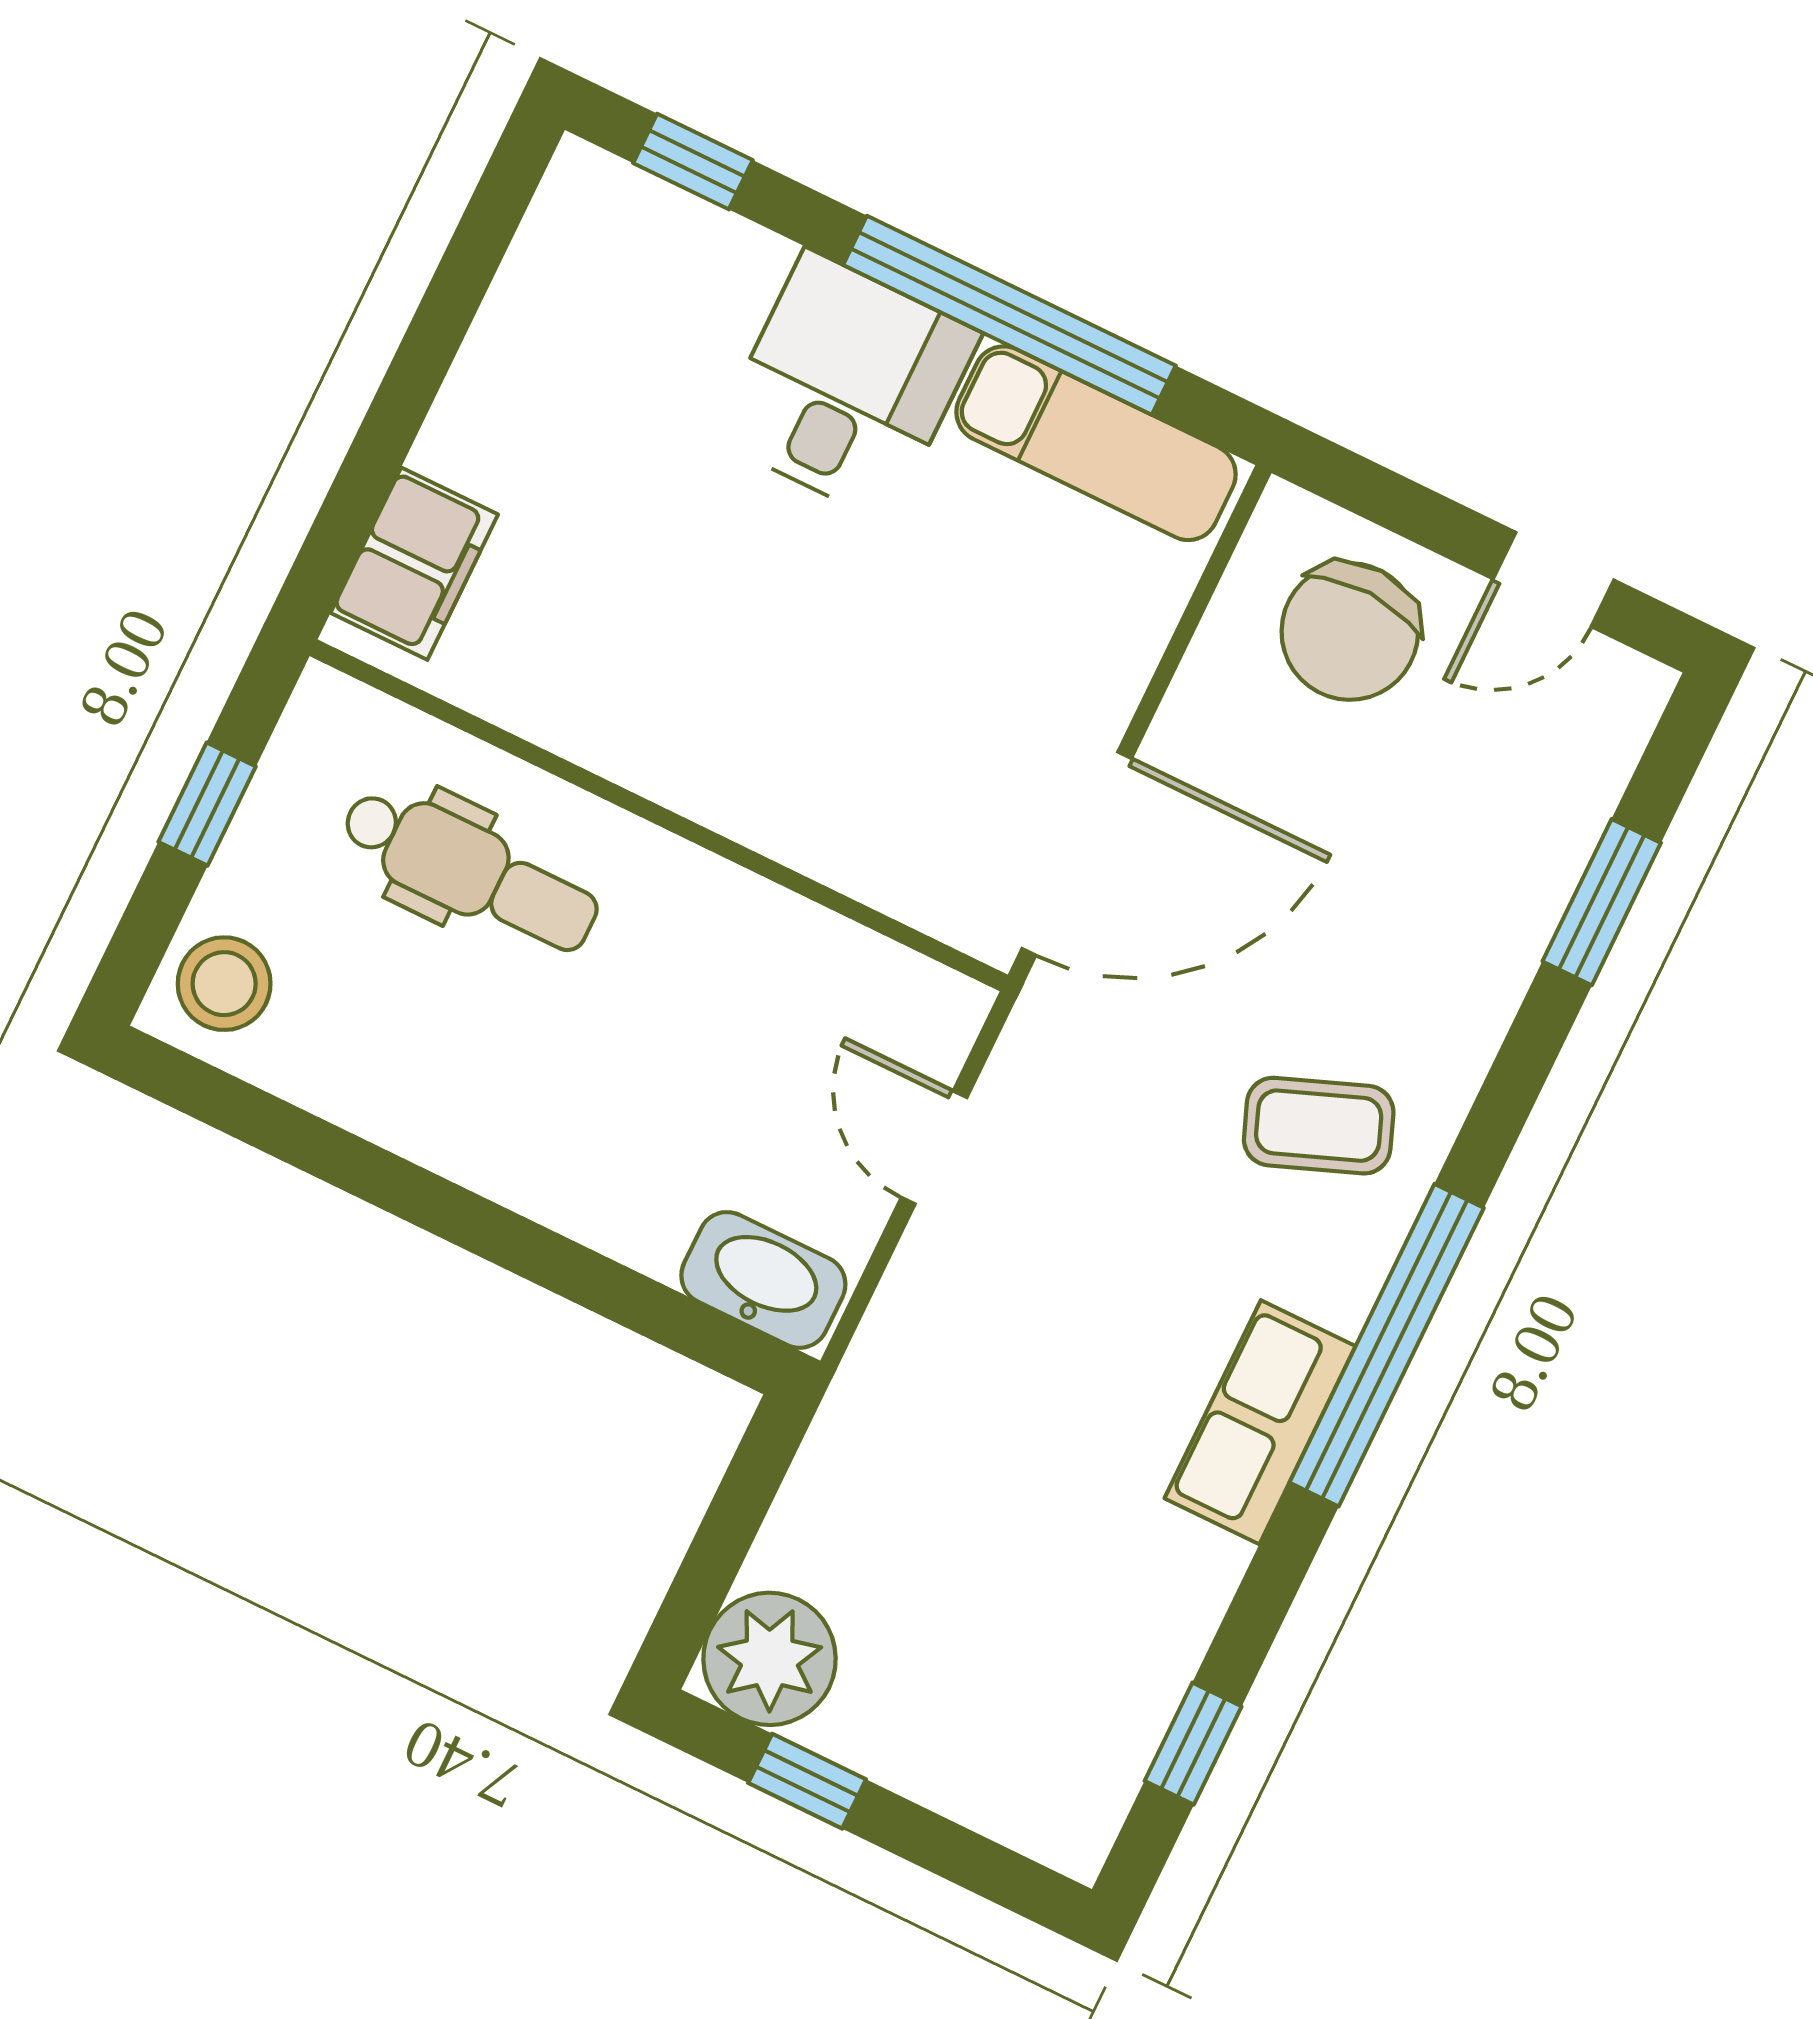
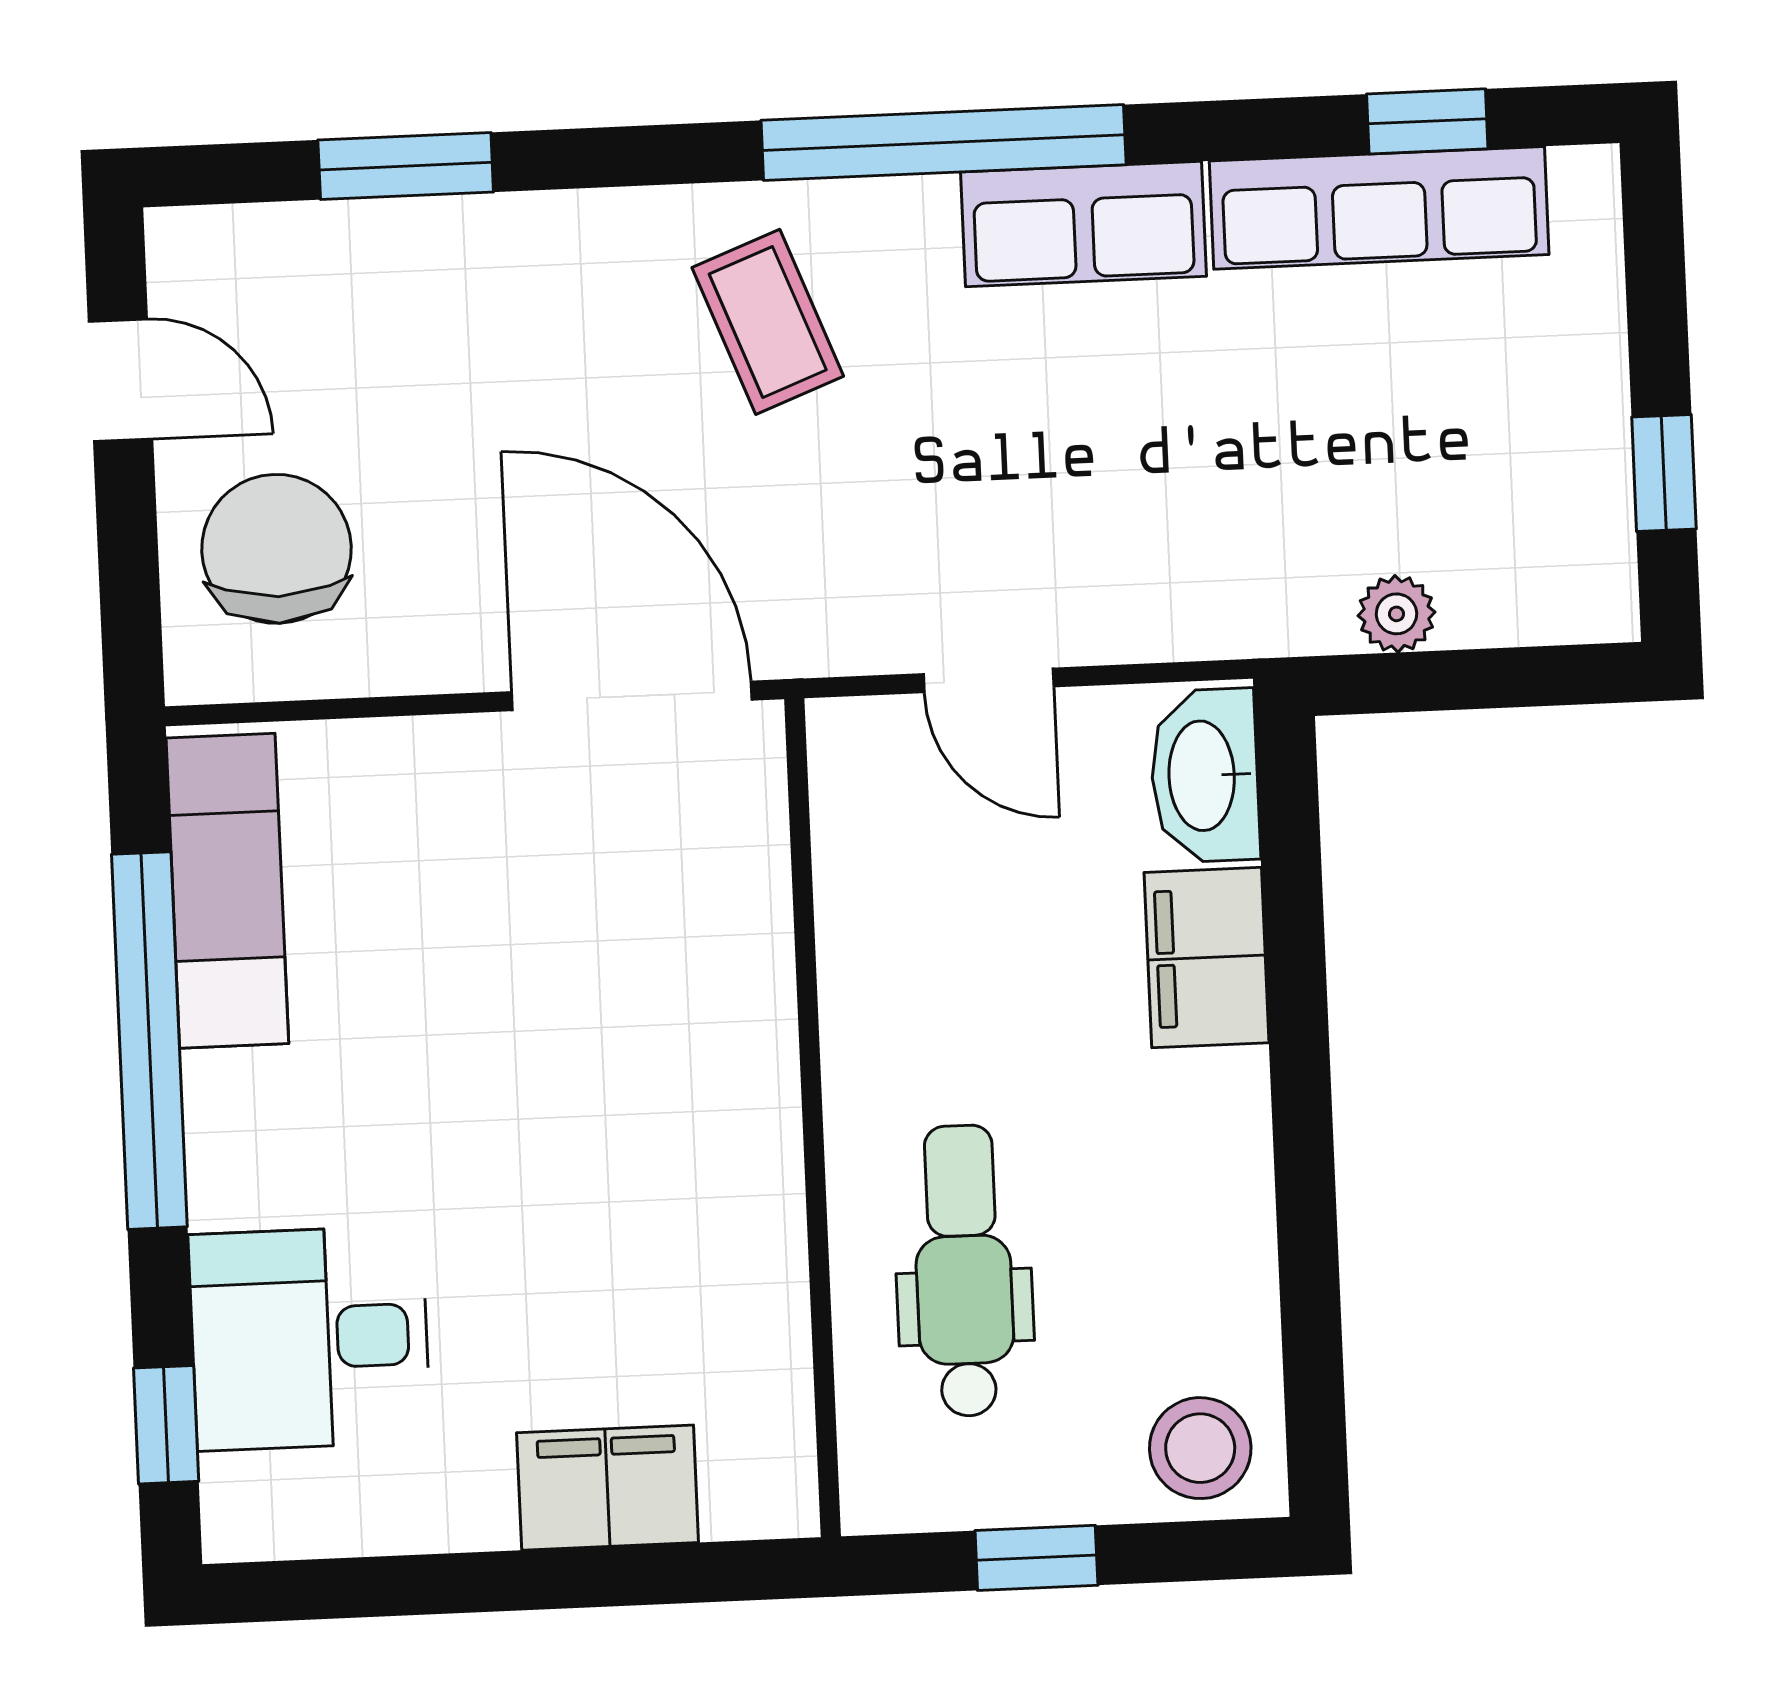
desk: (847, 386) -> (310, 1338), moved
filing cabinet: (414, 564) -> (608, 1488), moved
chair: (1350, 632) -> (276, 549), turned -92
door: (934, 1147) -> (989, 680), hinge flipped
filing cabinet: (616, 1202) -> (1207, 958), added
plant: (769, 1659) -> (1396, 614), moved, width x0.53, depth x0.53
row of seats: (1144, 1667) -> (1379, 208), added

